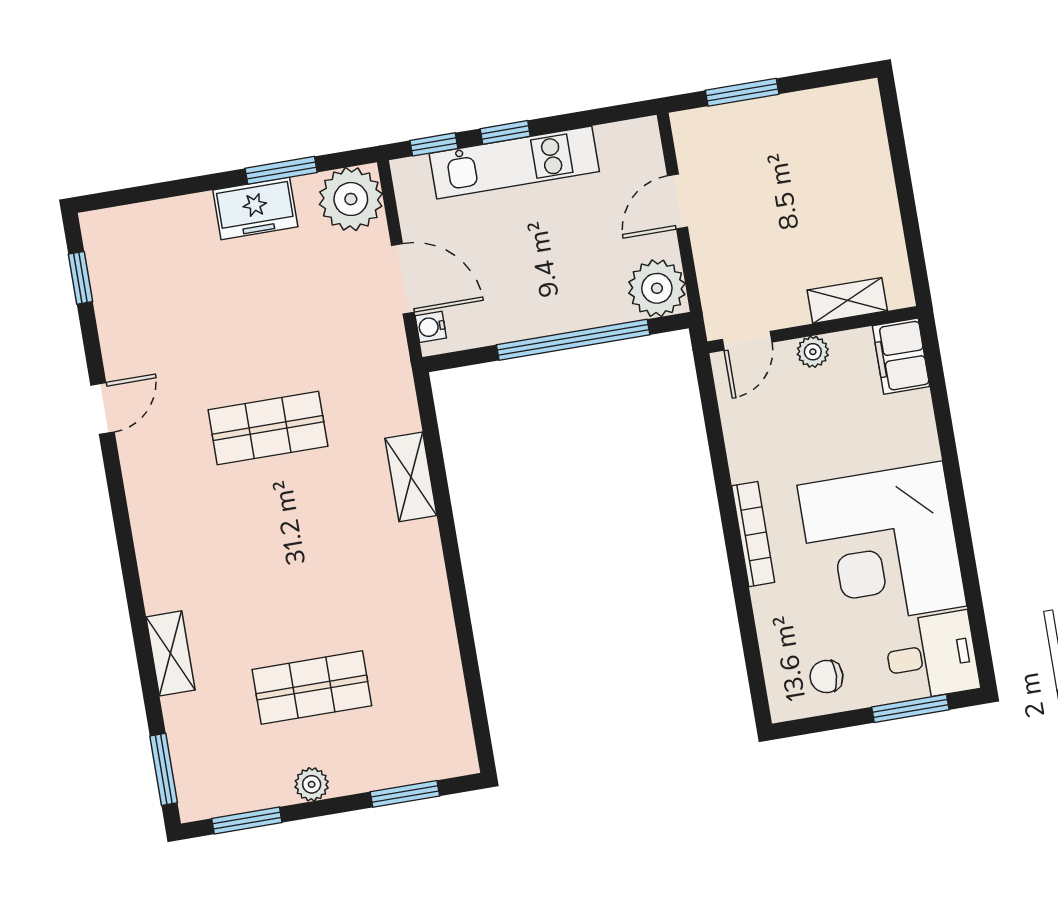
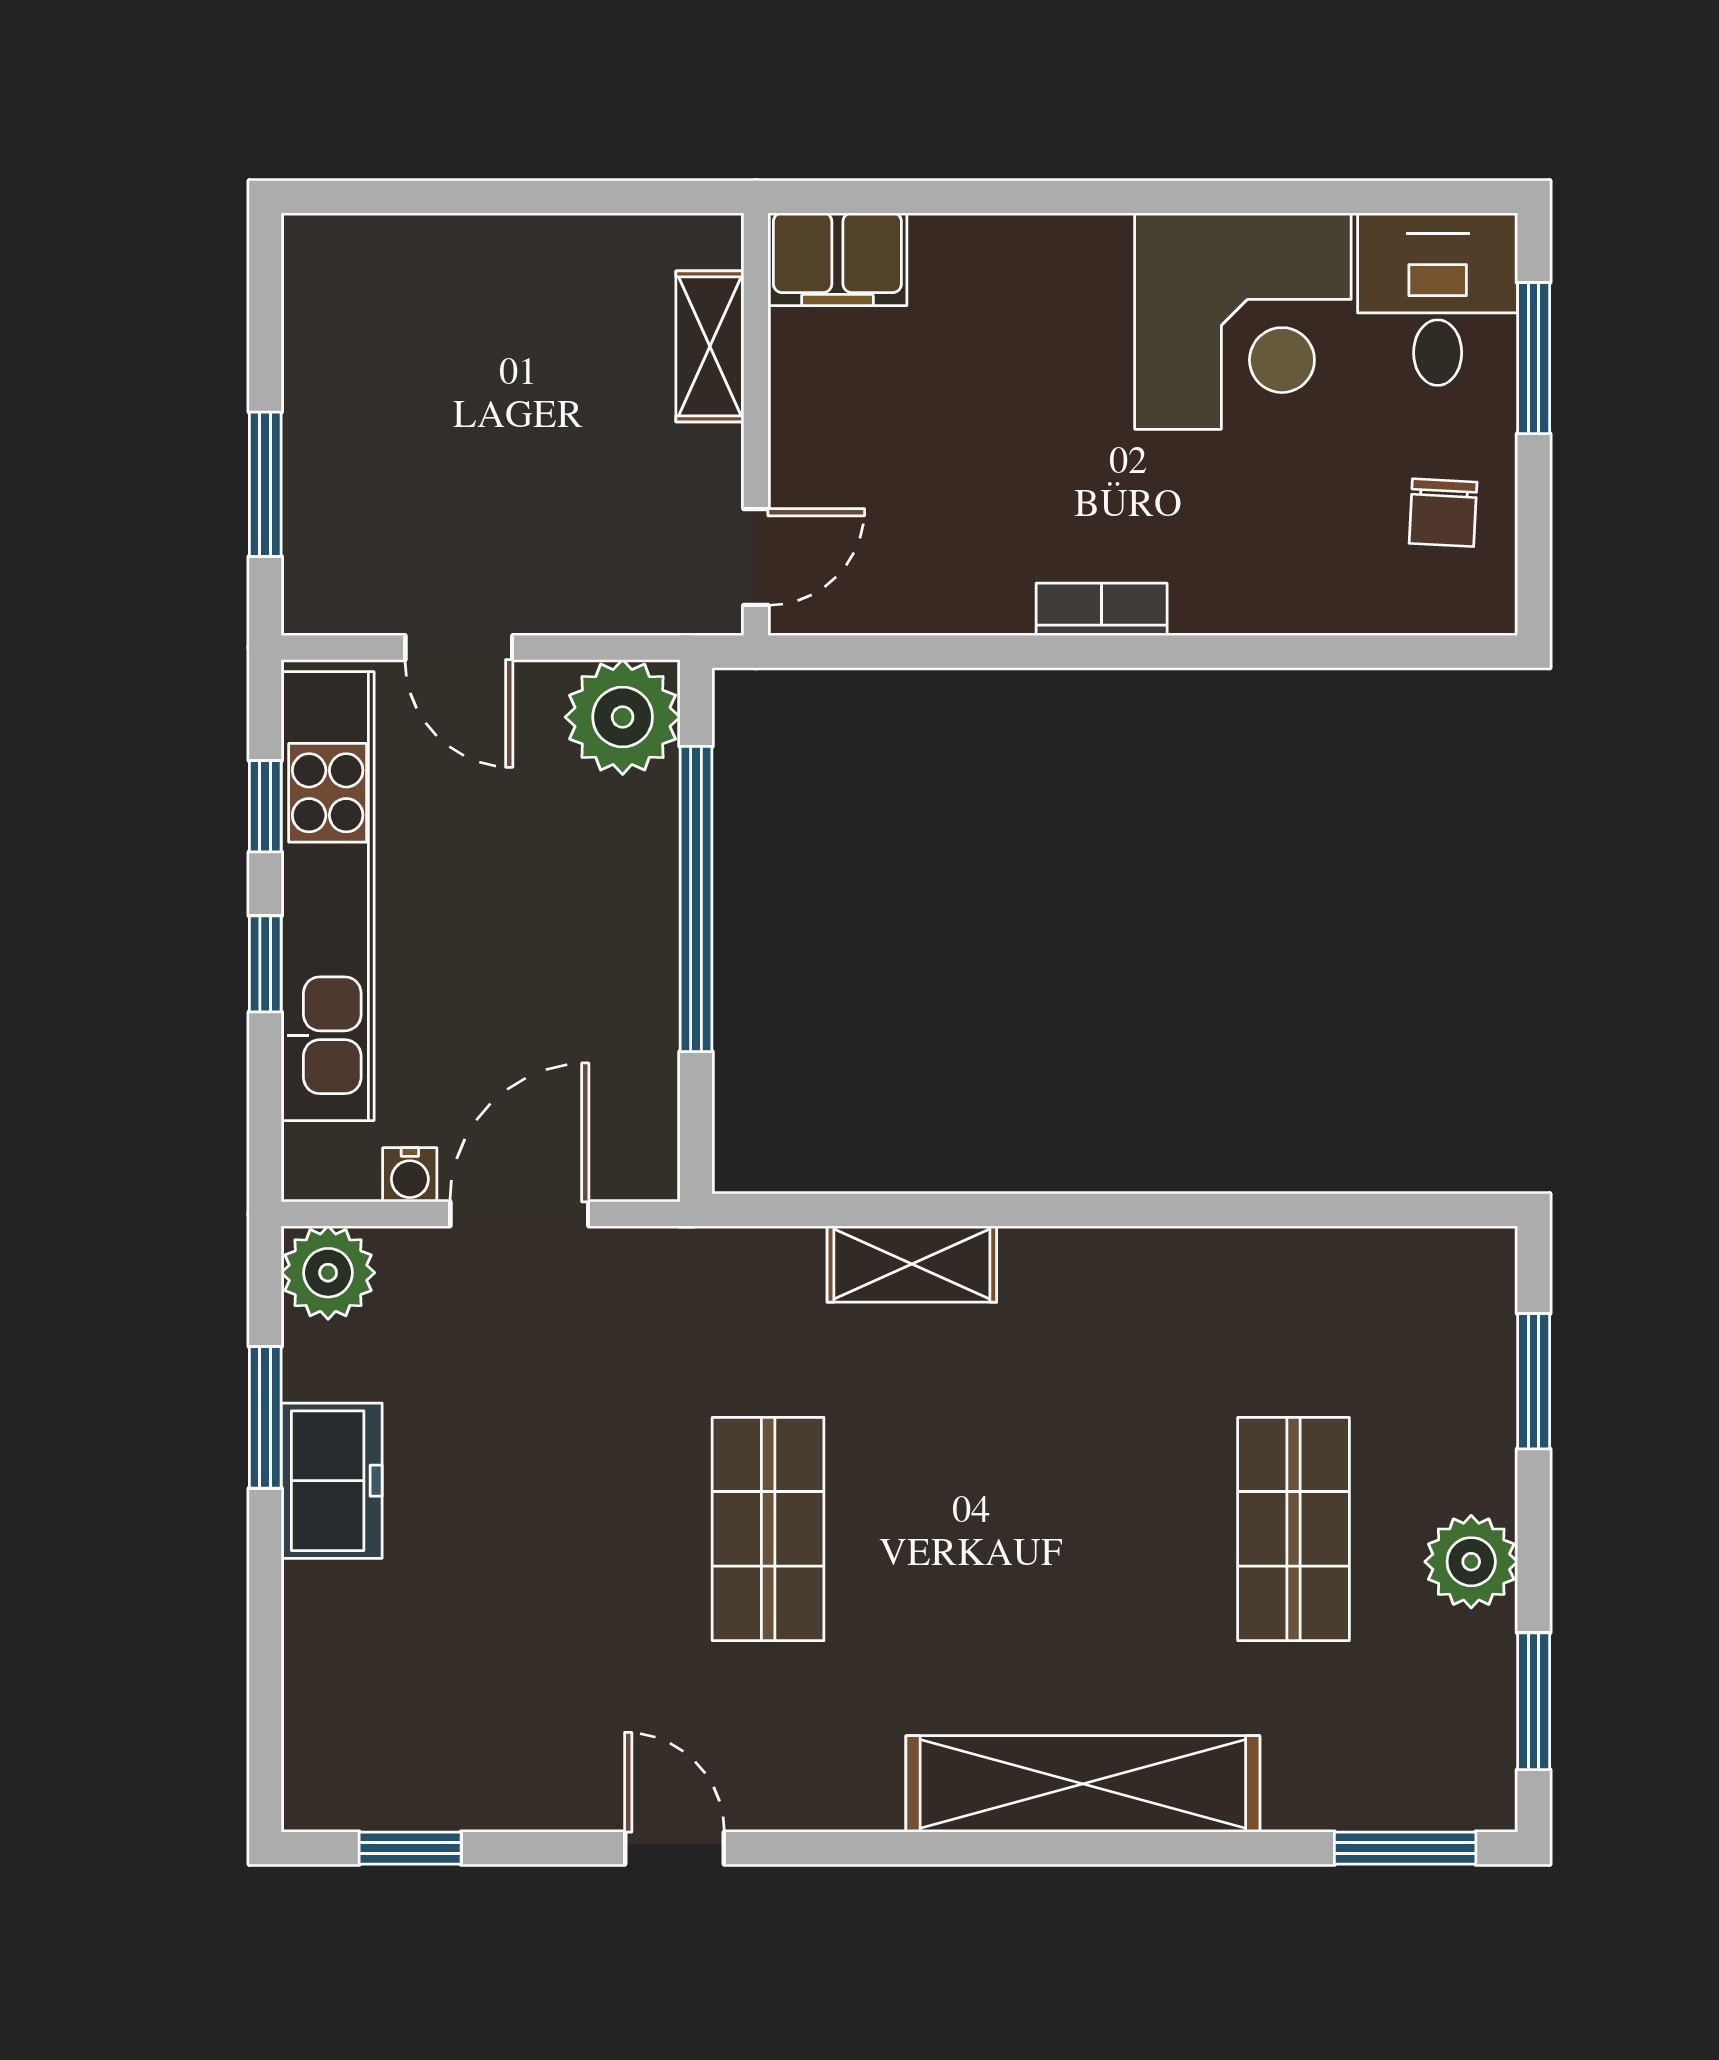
window: (434, 144) -> (265, 806), moved
kitchen unit: (514, 163) -> (328, 896), width x1.36
plant: (351, 199) -> (328, 1273), width x0.73, depth x0.73
water cooler: (431, 327) -> (410, 1175), moved
door: (747, 341) -> (756, 557), hinge flipped
plant: (813, 352) -> (799, 431), removed
bookcase: (753, 534) -> (1102, 609), width x0.64
corner desk: (882, 546) -> (1243, 321), width x0.74, depth x0.74
shelving: (170, 653) -> (1083, 1784), width x2.20, depth x1.33
plant: (312, 784) -> (1471, 1562), width x1.38, depth x1.38

